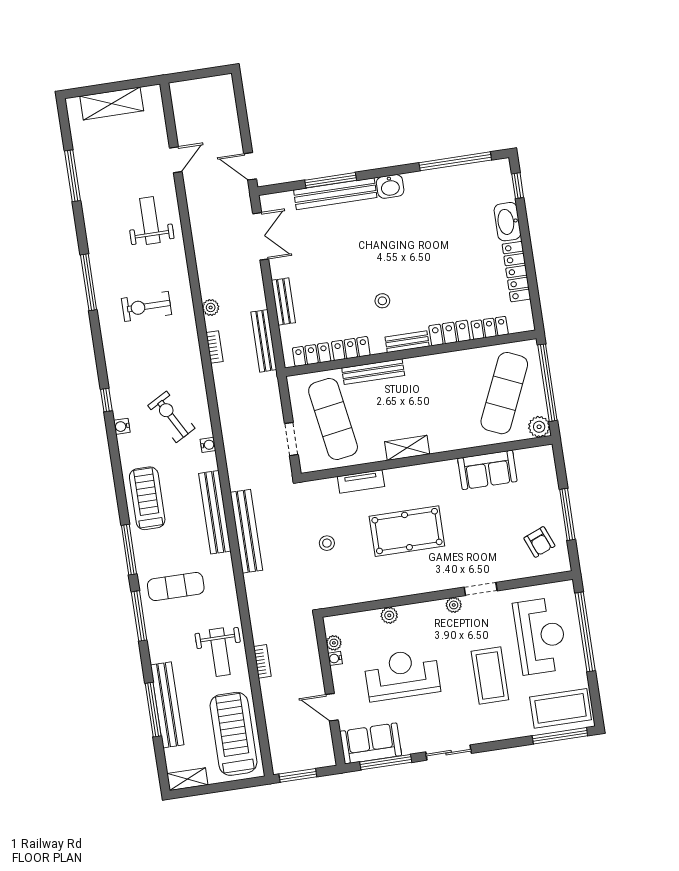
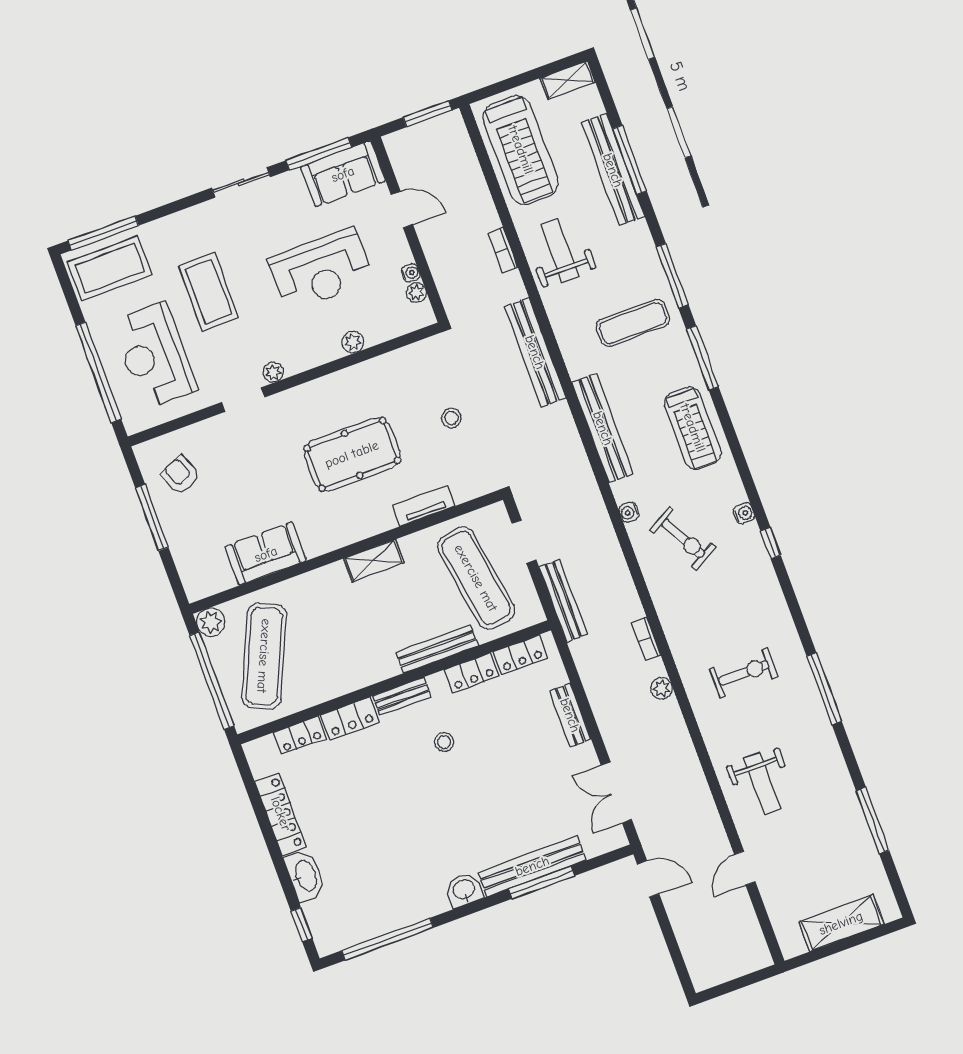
bench: (264, 341) -> (563, 601), moved
bench: (246, 531) -> (535, 352), moved

